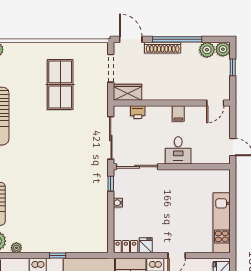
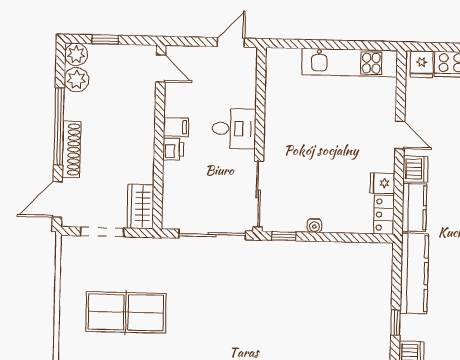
printer: (138, 112) -> (173, 149), moved

